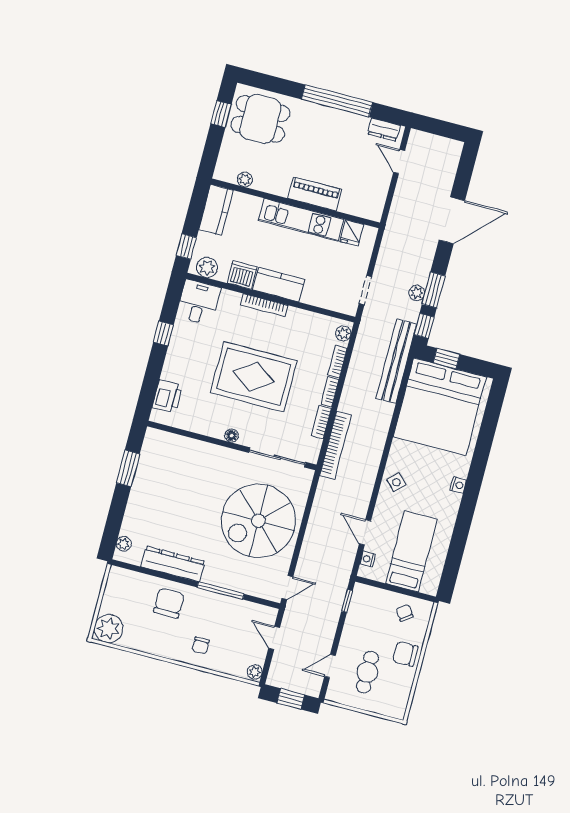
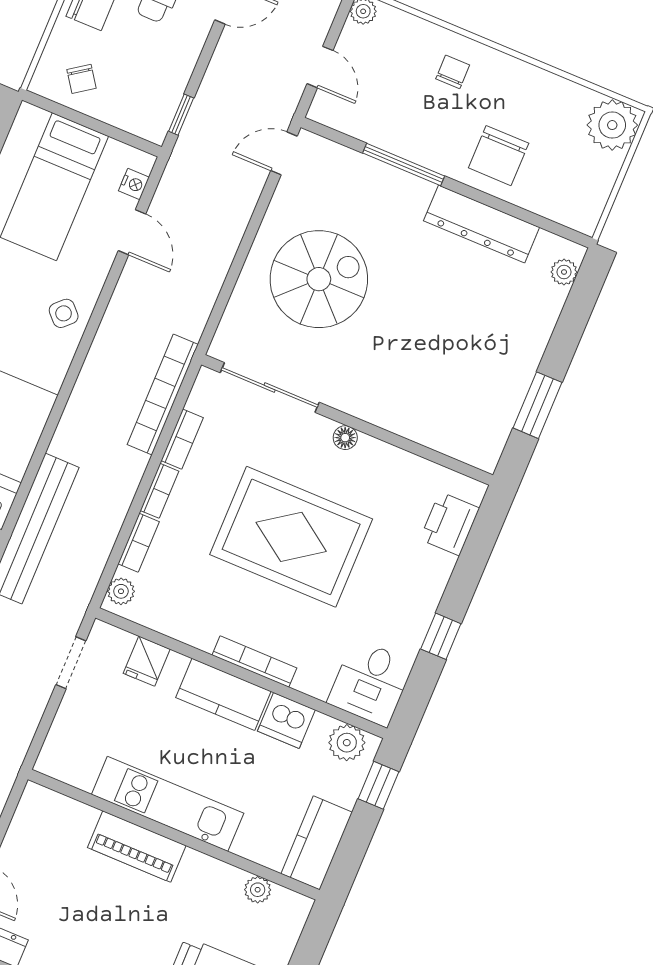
fridge: (352, 233) -> (147, 661), moved, turned 180
spiral stairs: (258, 521) -> (319, 279), width x0.73, depth x0.73

